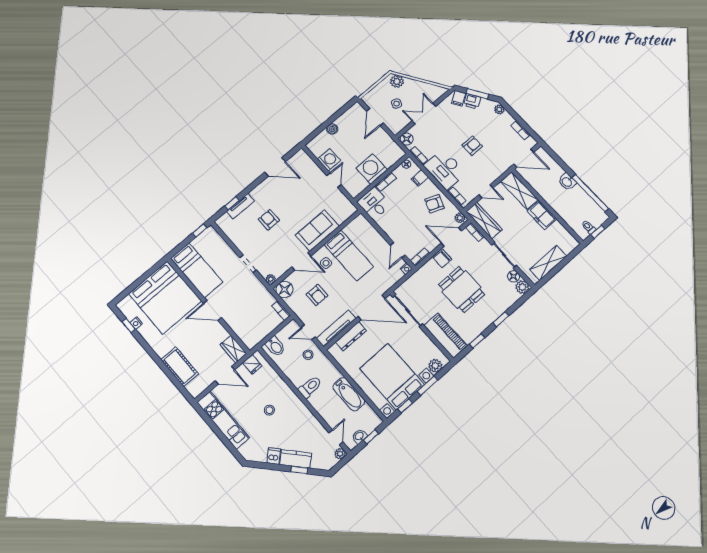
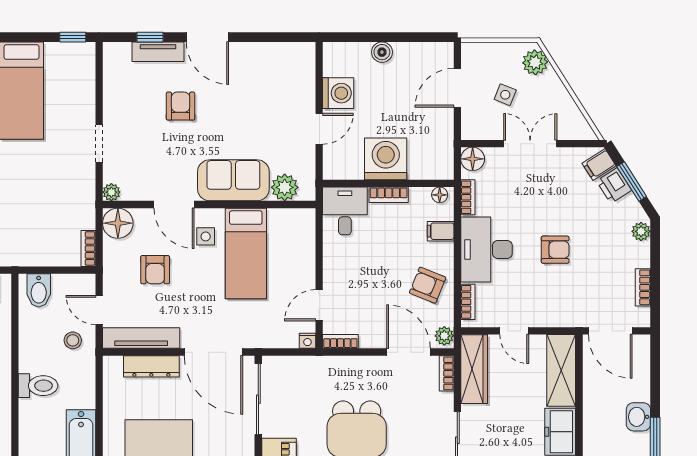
door: (275, 167) -> (207, 37), moved
plant: (341, 215) -> (285, 187), added
chair: (443, 259) -> (369, 371), removed

